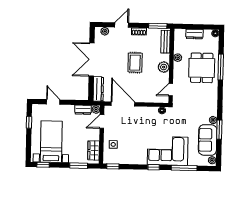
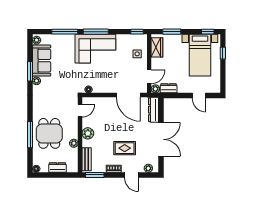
door: (122, 25) -> (131, 175), hinge flipped
rug: (135, 63) -> (125, 148), moved, turned 90
window: (29, 122) -> (223, 53), moved
corner sofa: (168, 151) -> (95, 49), moved
window: (154, 167) -> (96, 32), width x2.17

